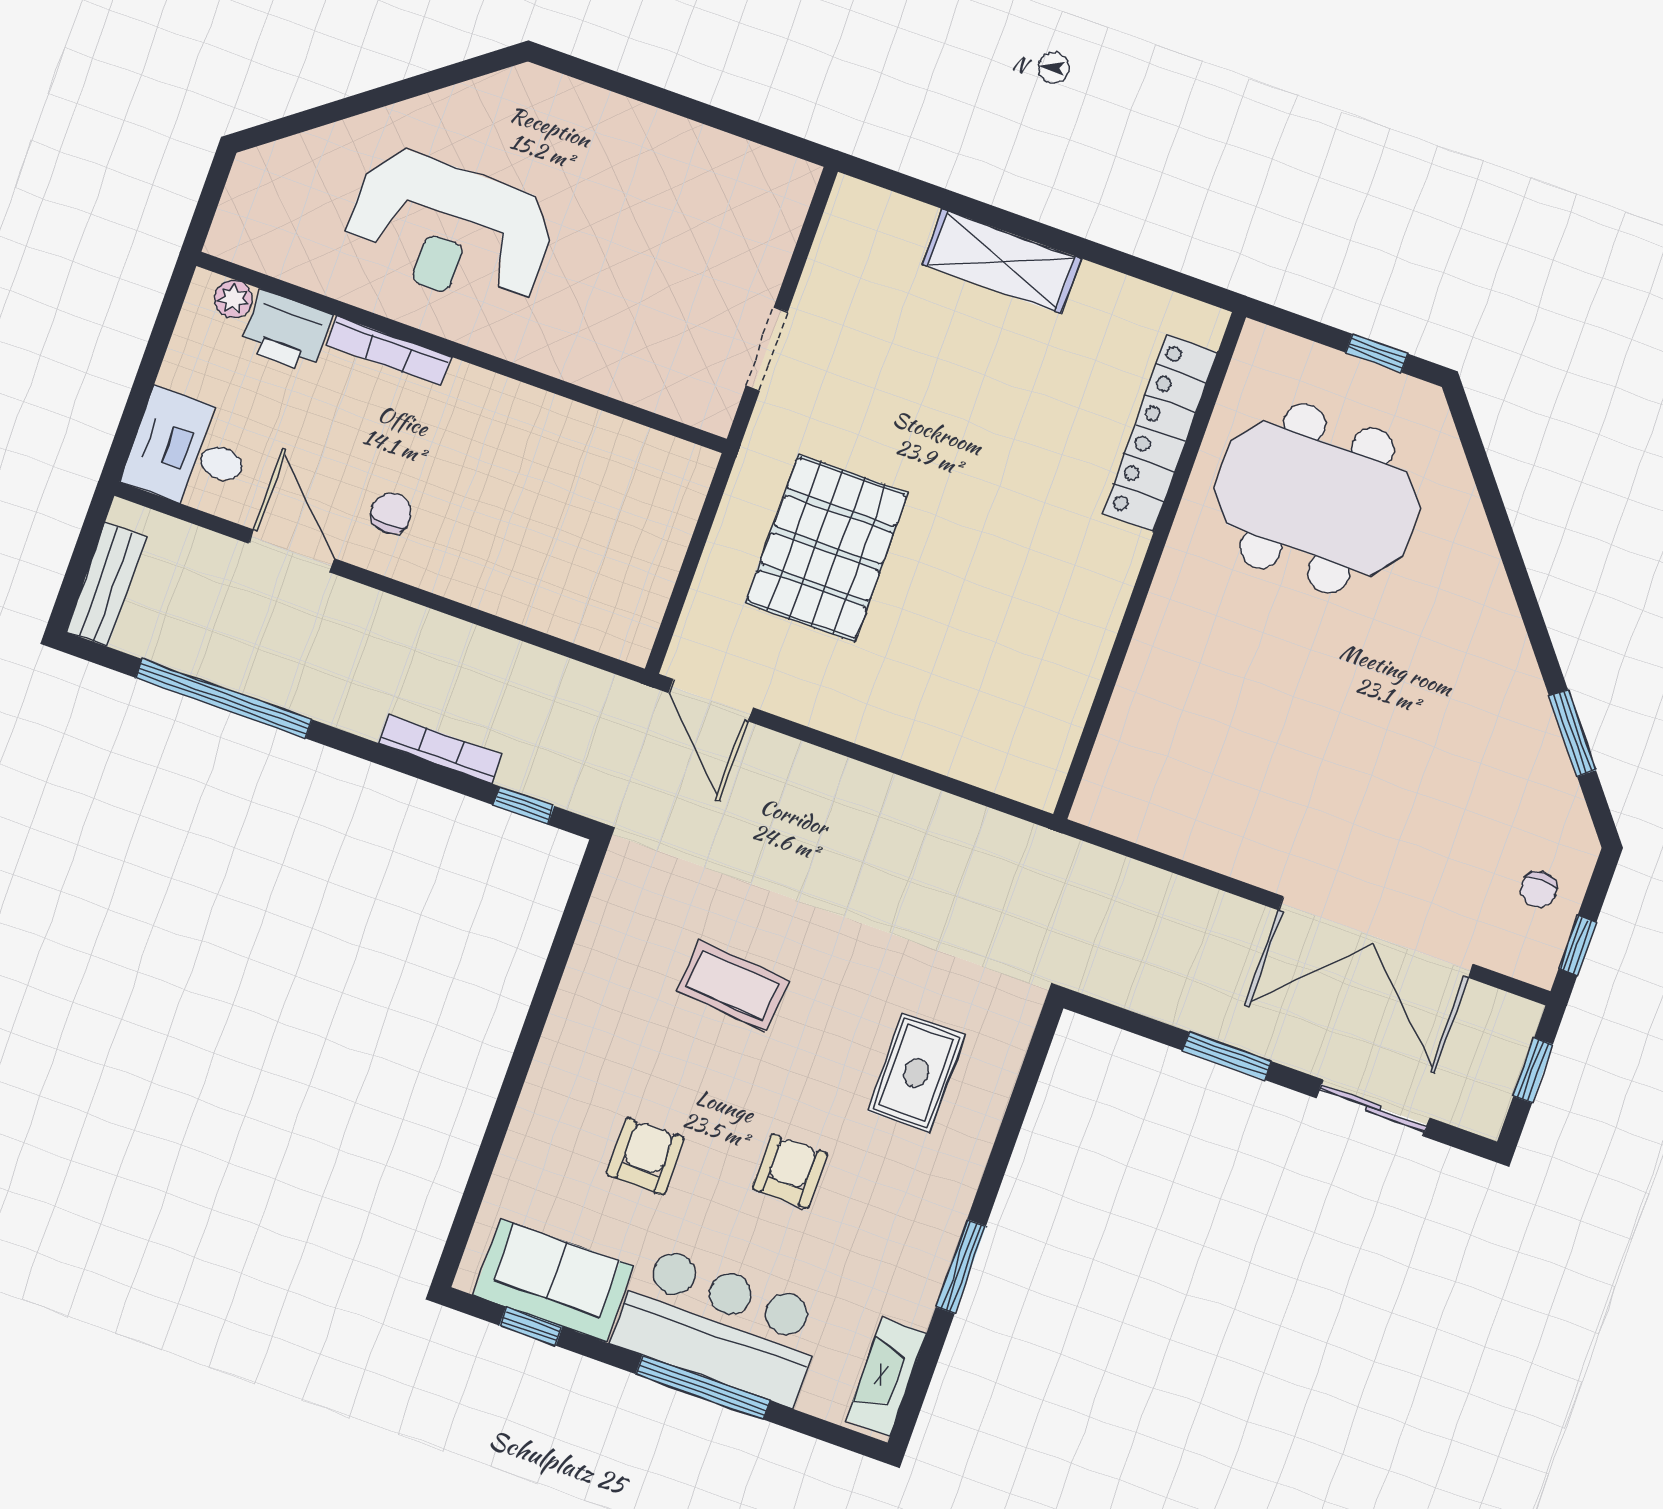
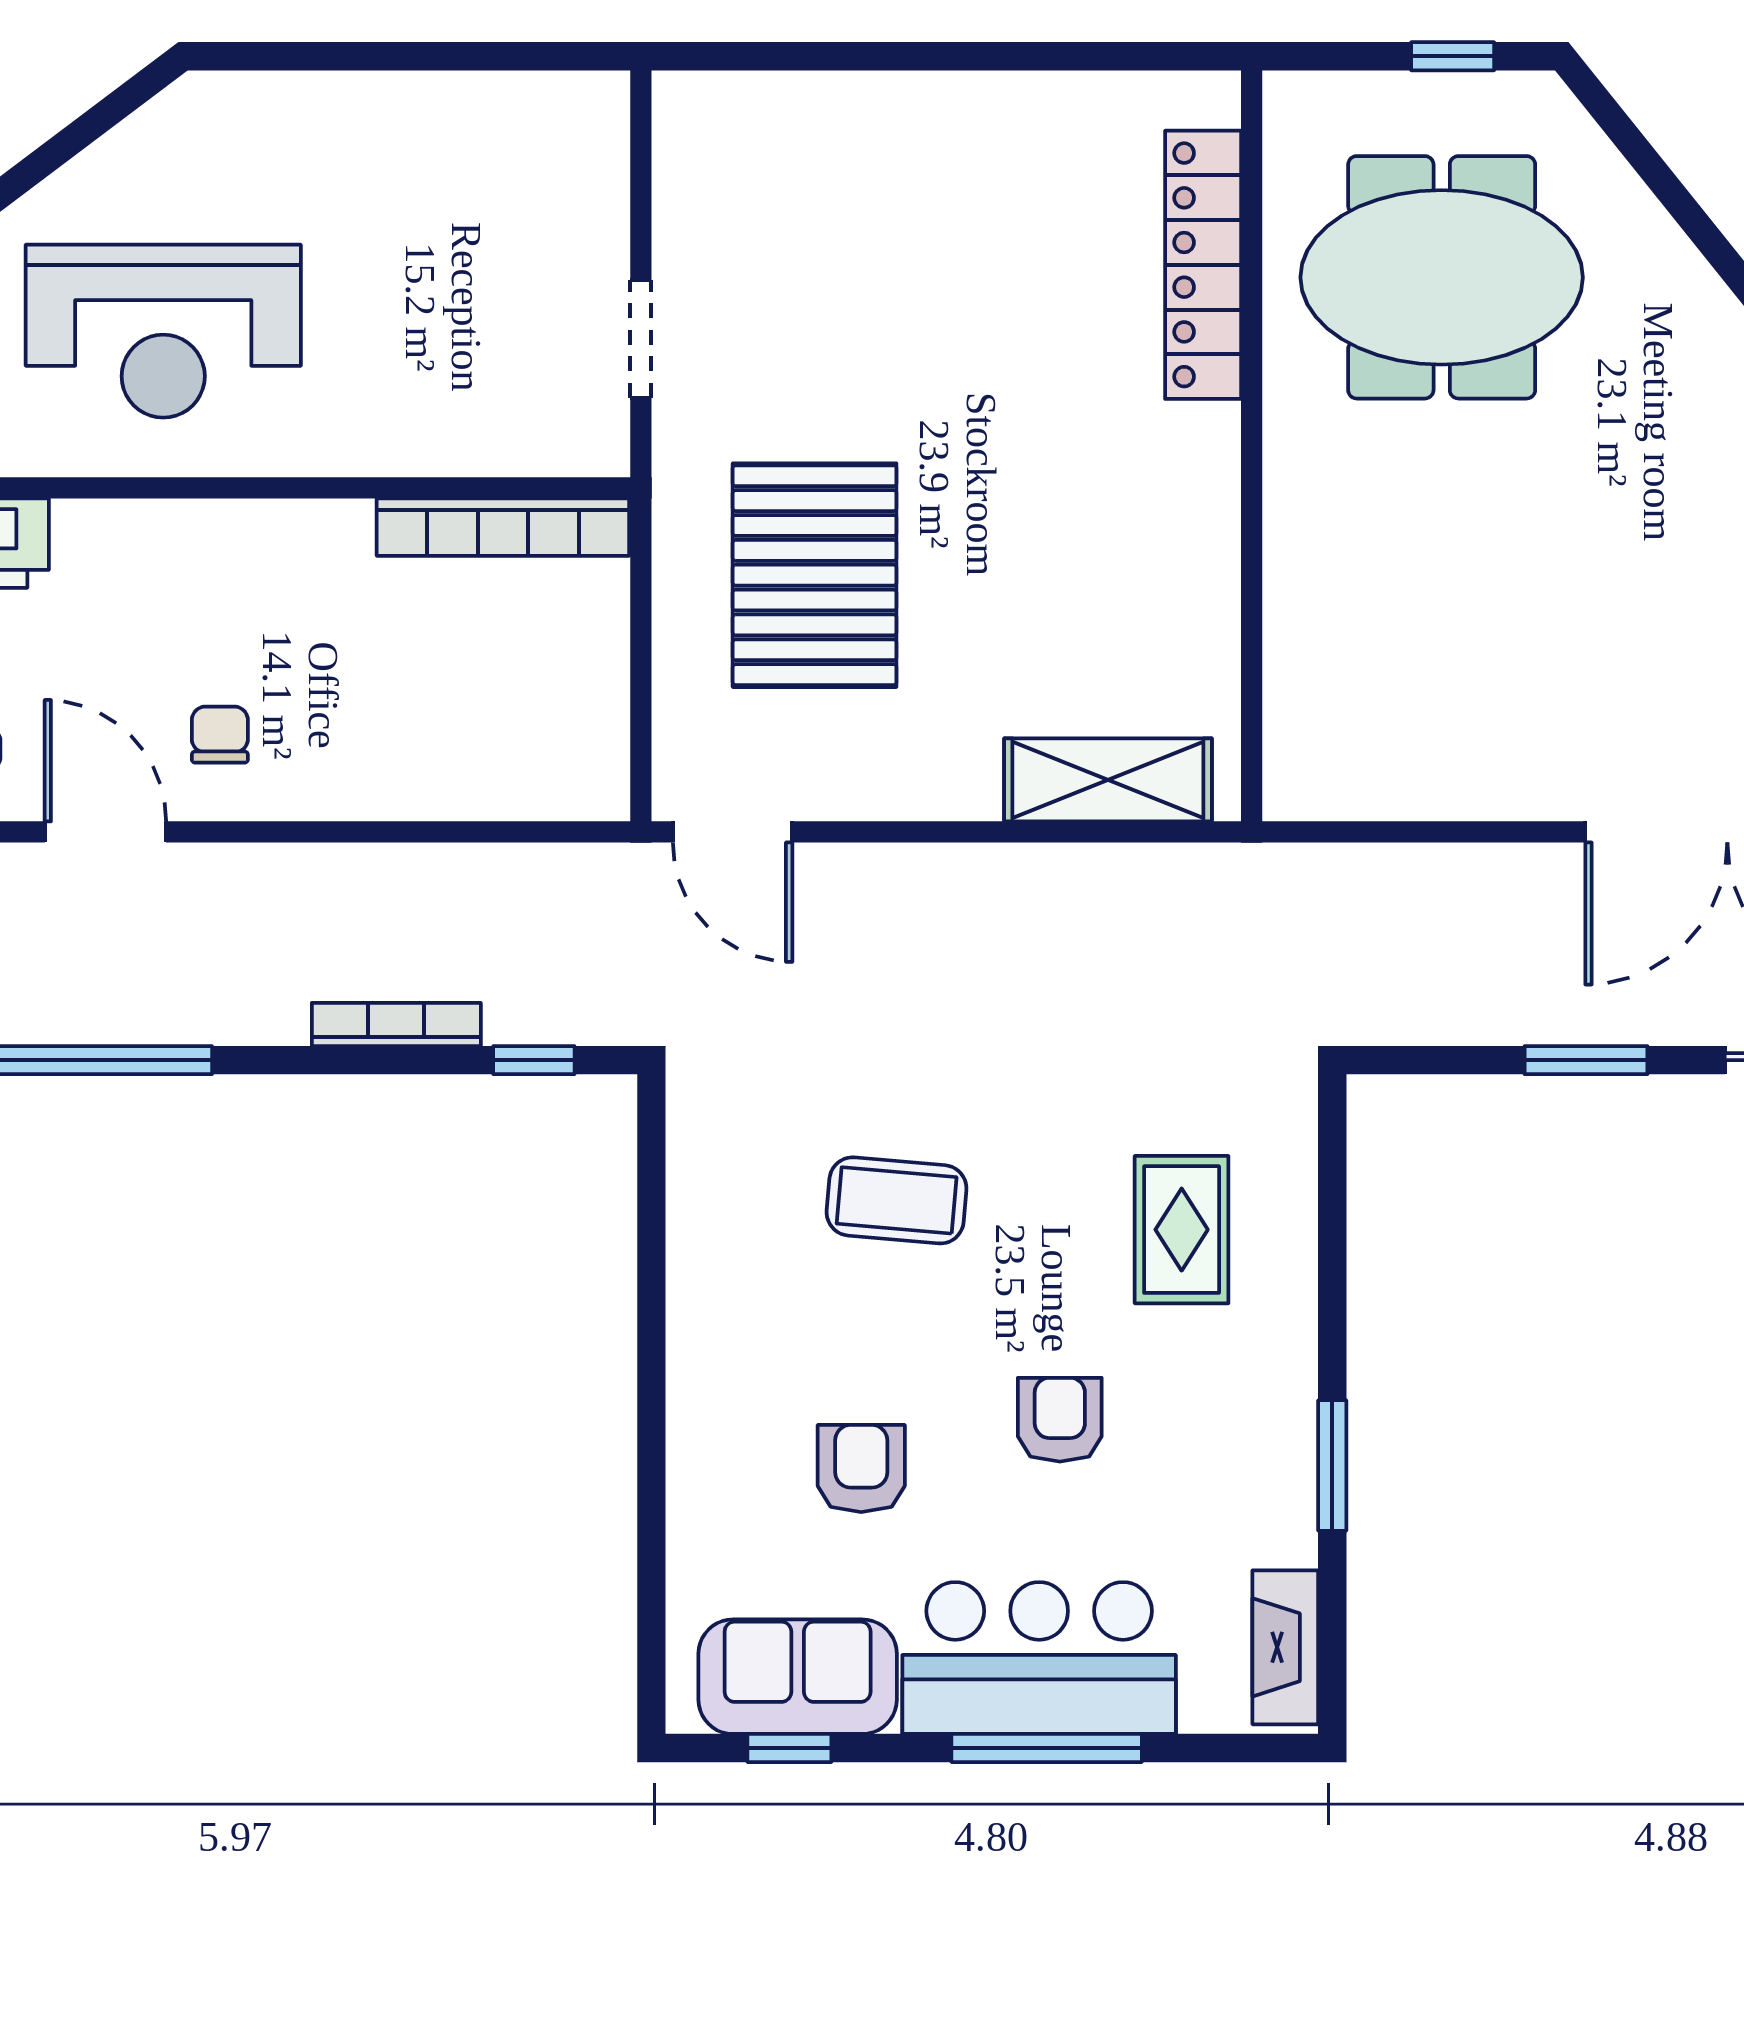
shelving: (1001, 261) -> (1108, 780), moved
bookcase: (389, 351) -> (503, 527), moved, width x1.48, depth x1.31

